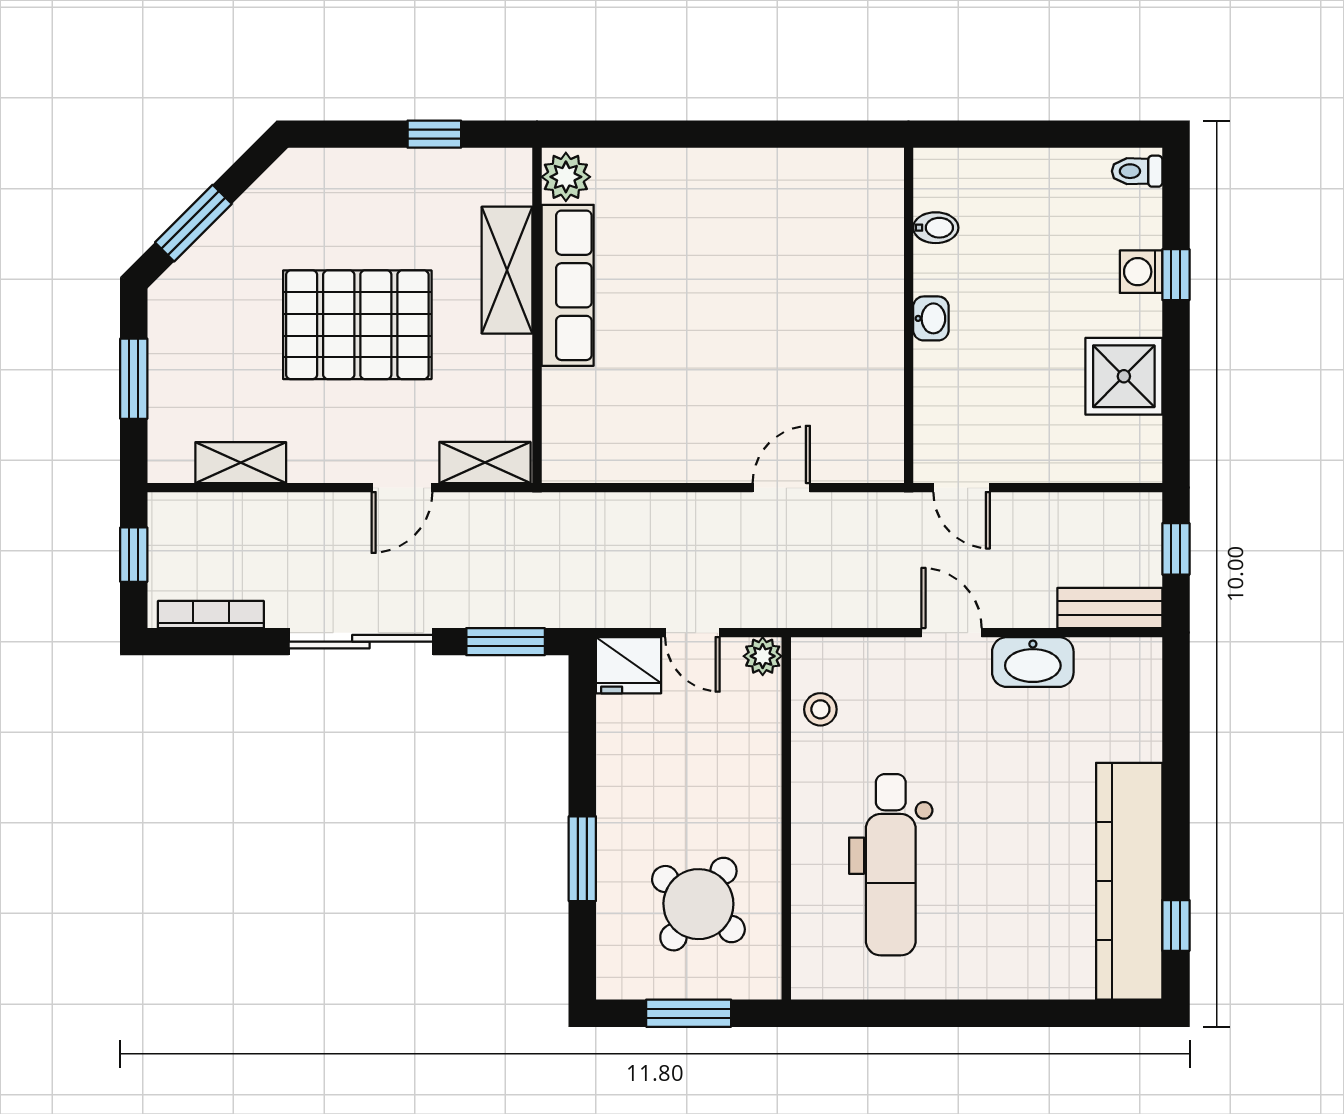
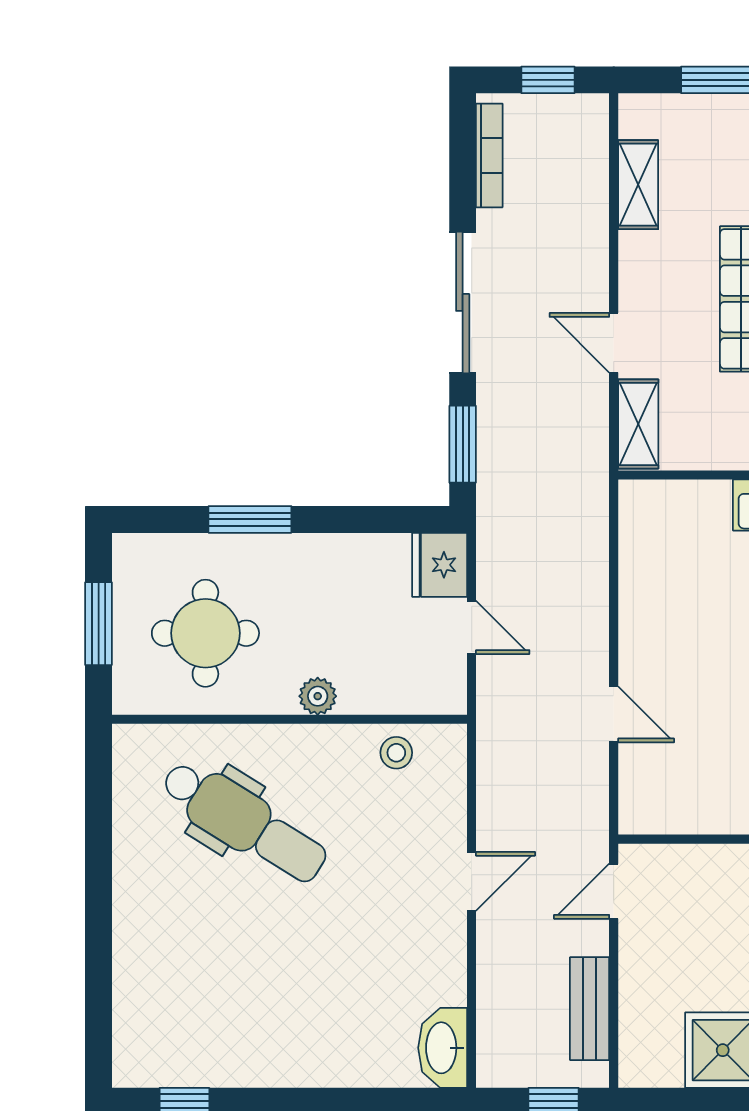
bench: (1110, 608) -> (590, 1009), moved
door: (692, 633) -> (472, 627), swing flipped
plant: (763, 656) -> (318, 696), moved
washbasin: (1033, 662) -> (443, 1048), moved
dental chair: (891, 865) -> (244, 822), turned -148
kitchen counter: (1129, 881) -> (228, 1055), removed
round table: (698, 904) -> (205, 633), turned -37

